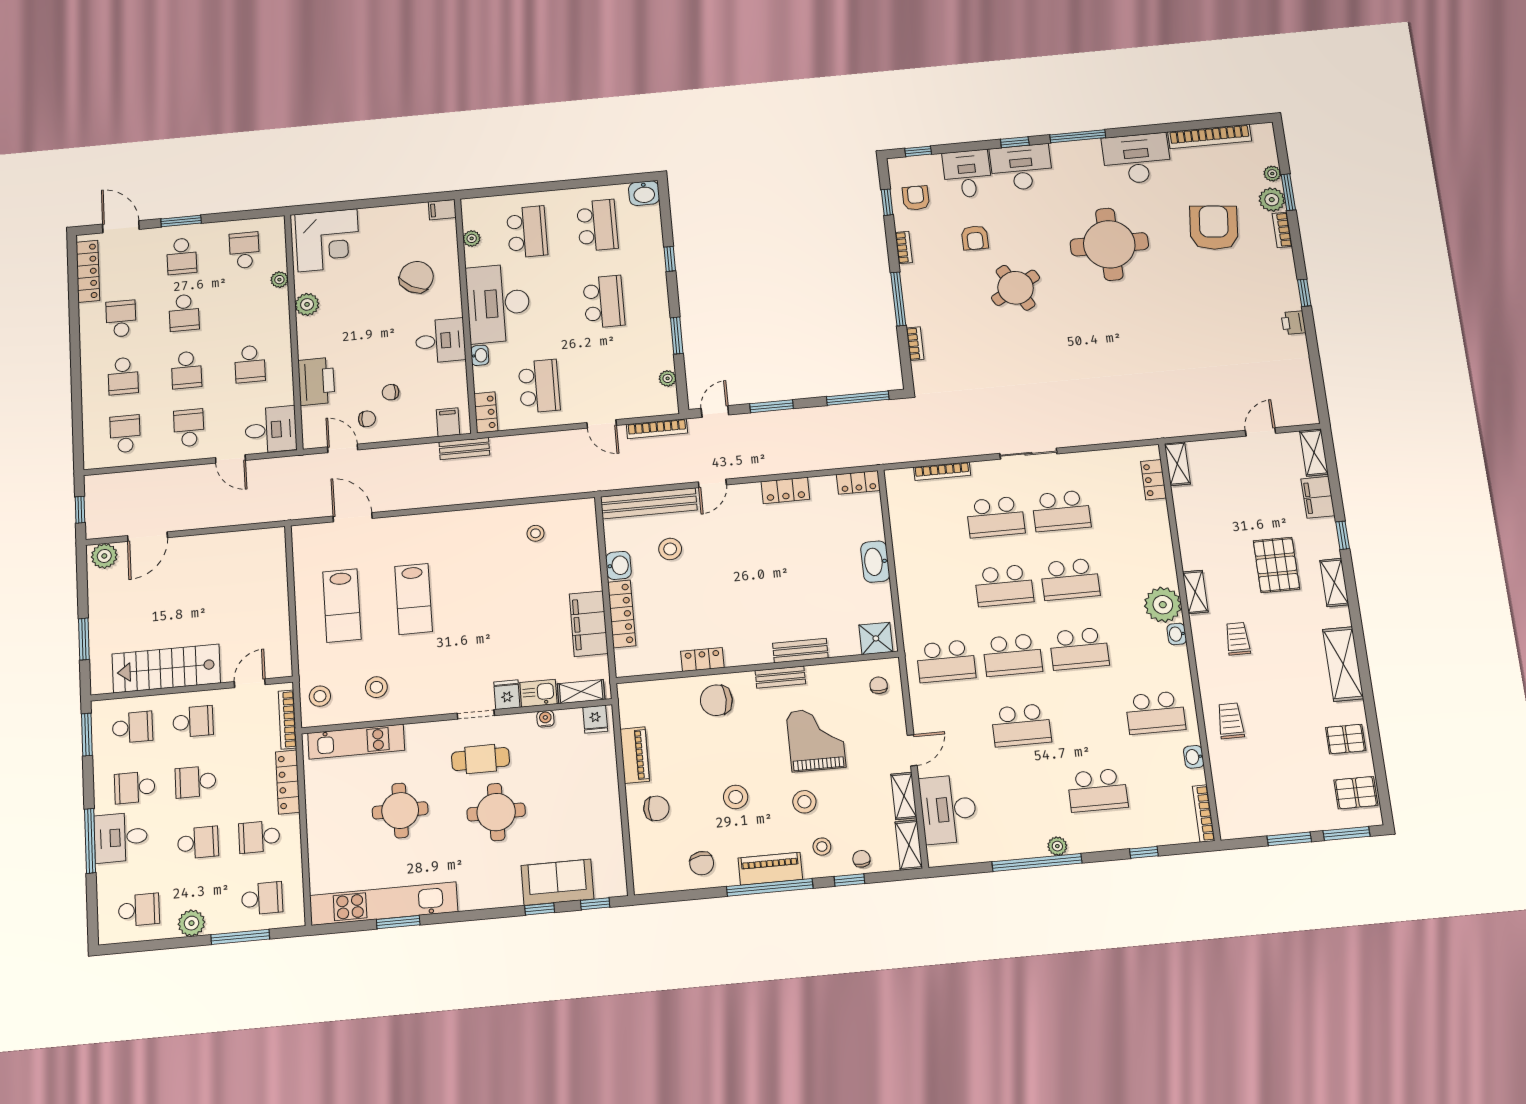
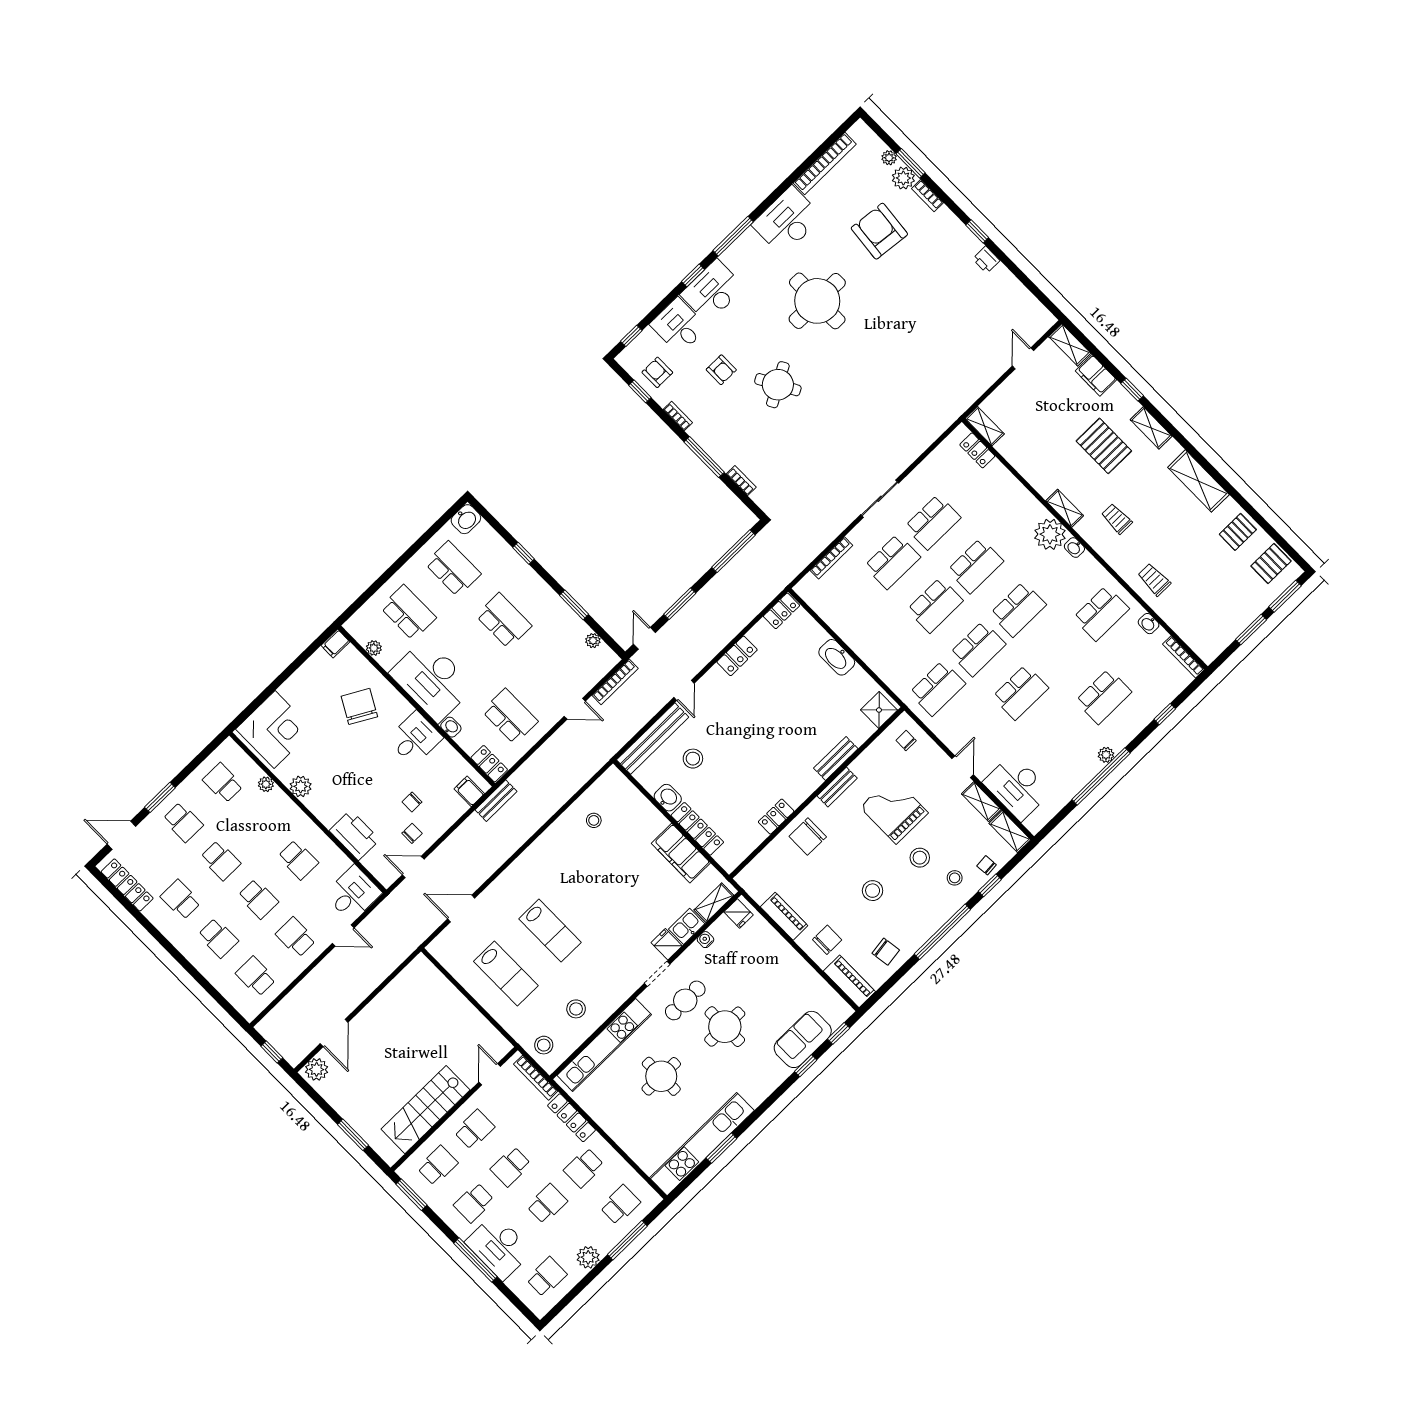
kitchen unit: (356, 742) -> (604, 1045), width x1.36
desk: (121, 837) -> (499, 1247), width x1.37
piano: (770, 869) -> (849, 981), moved, turned 90

